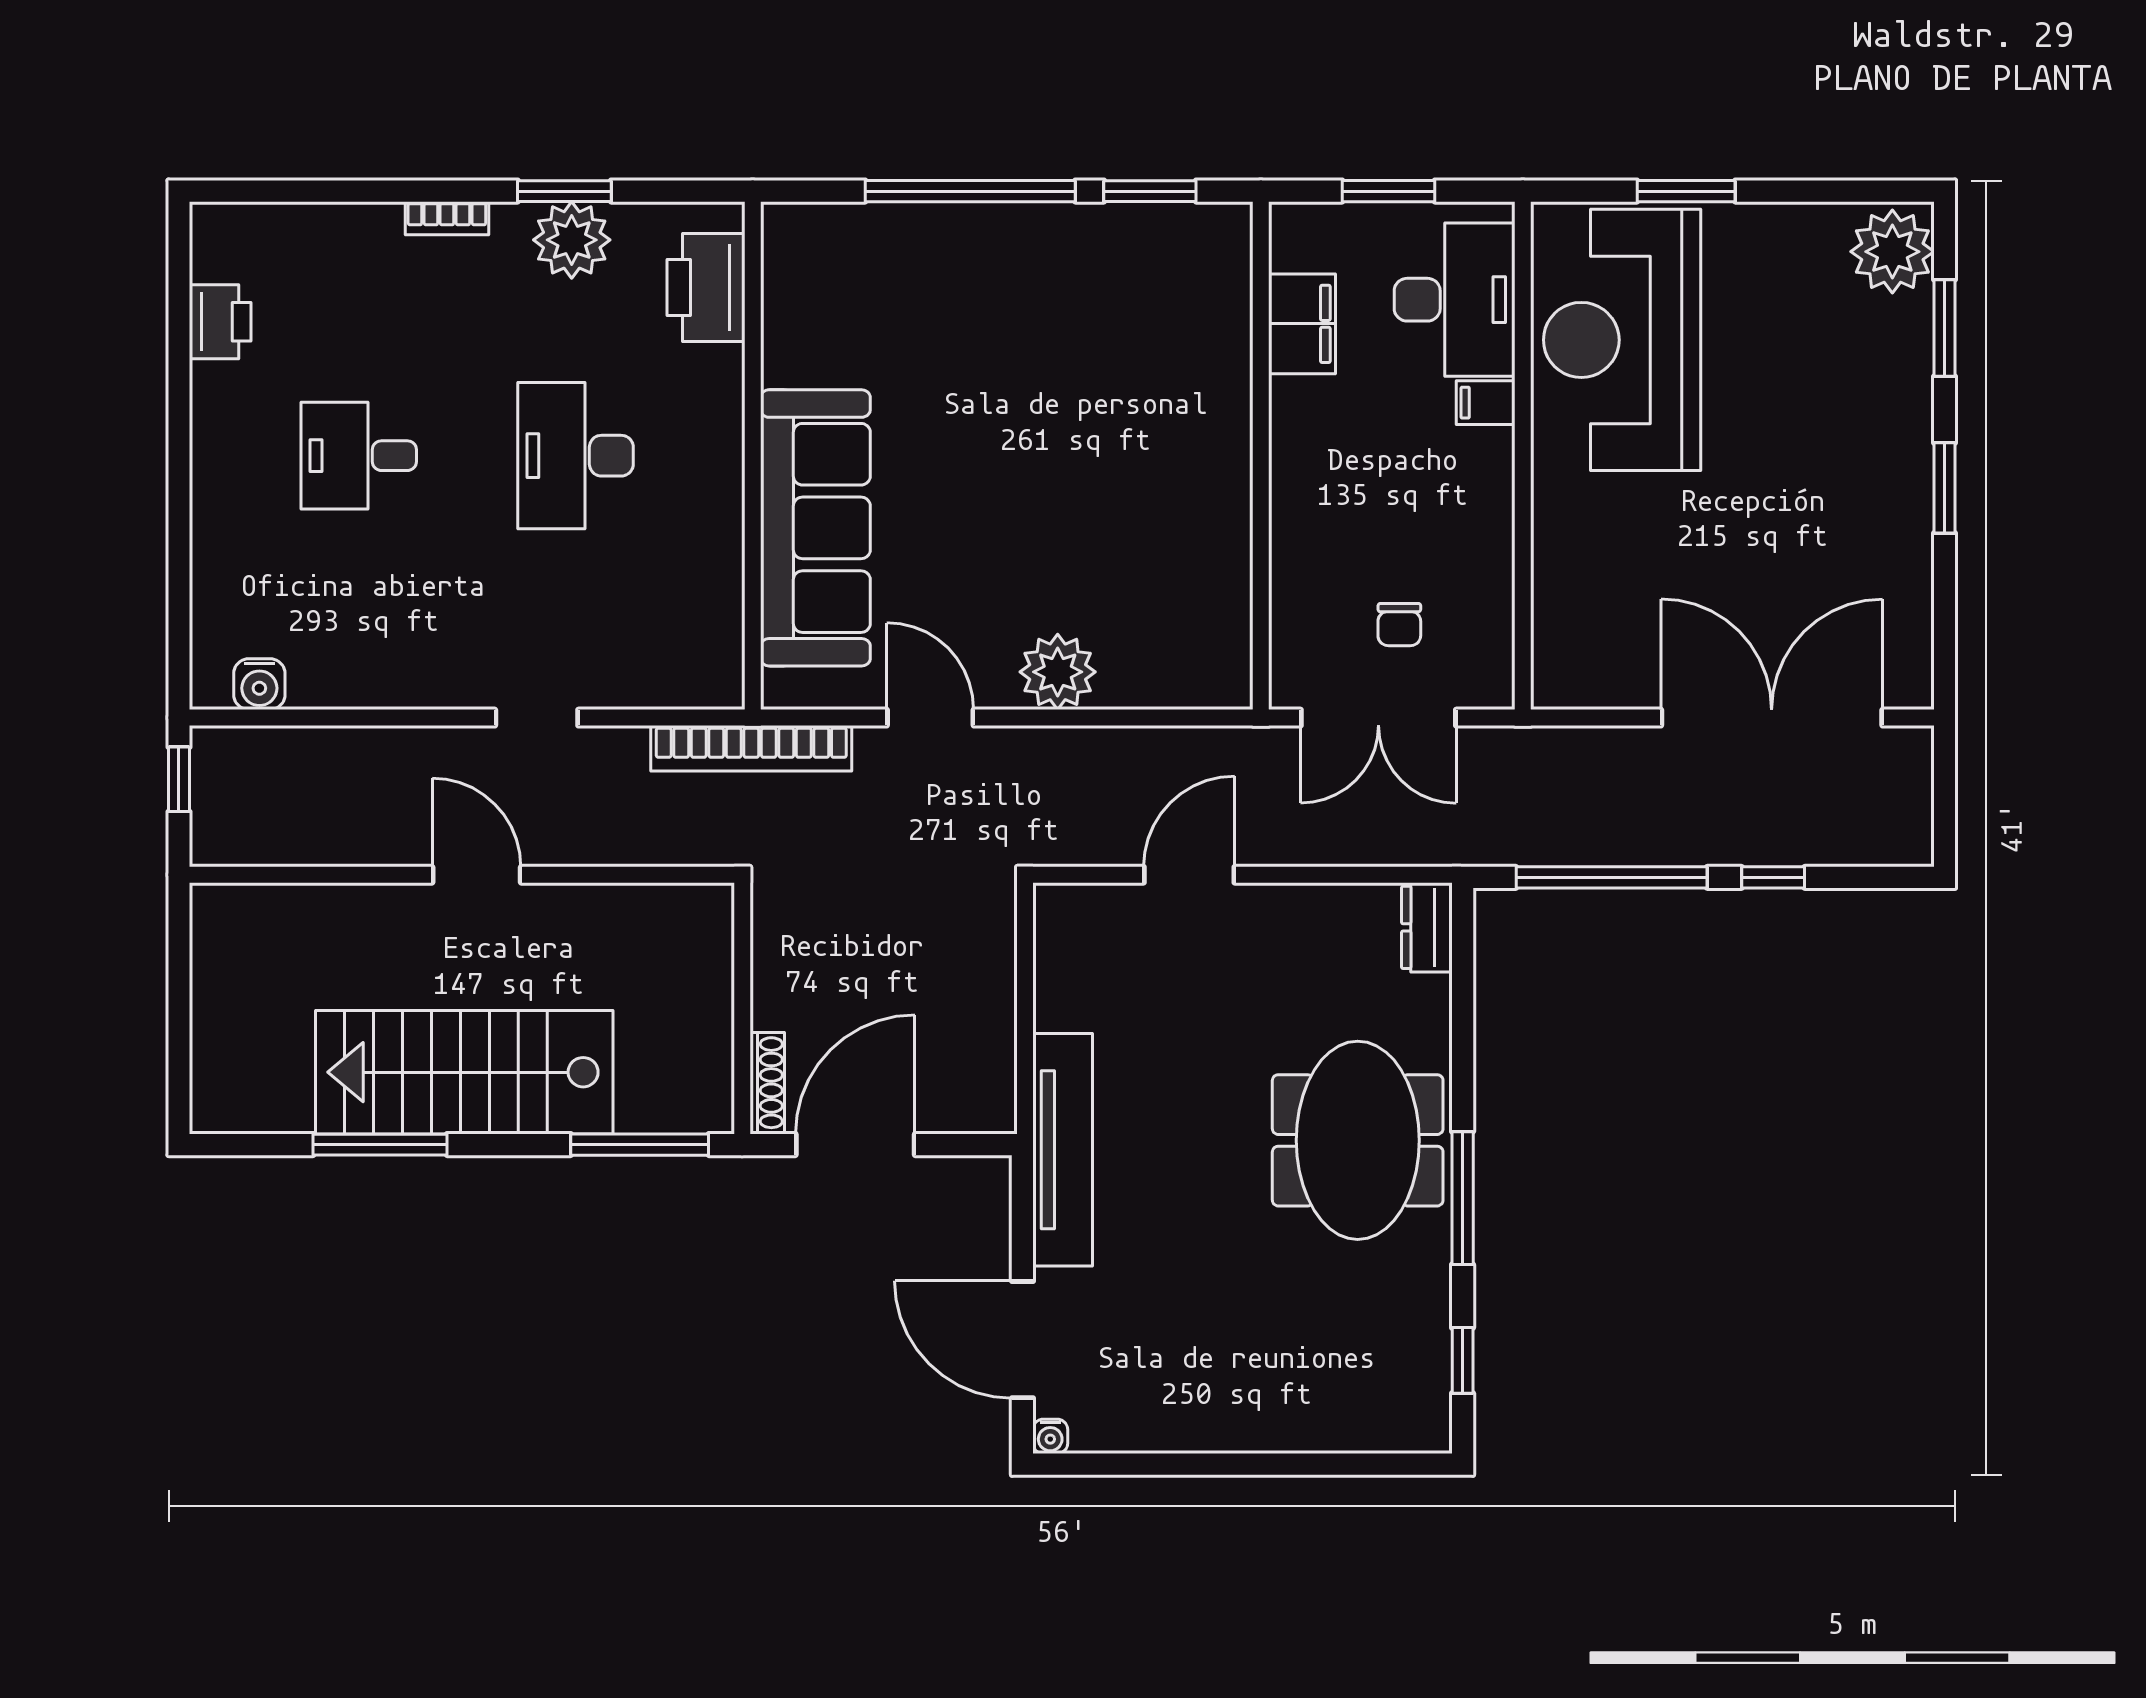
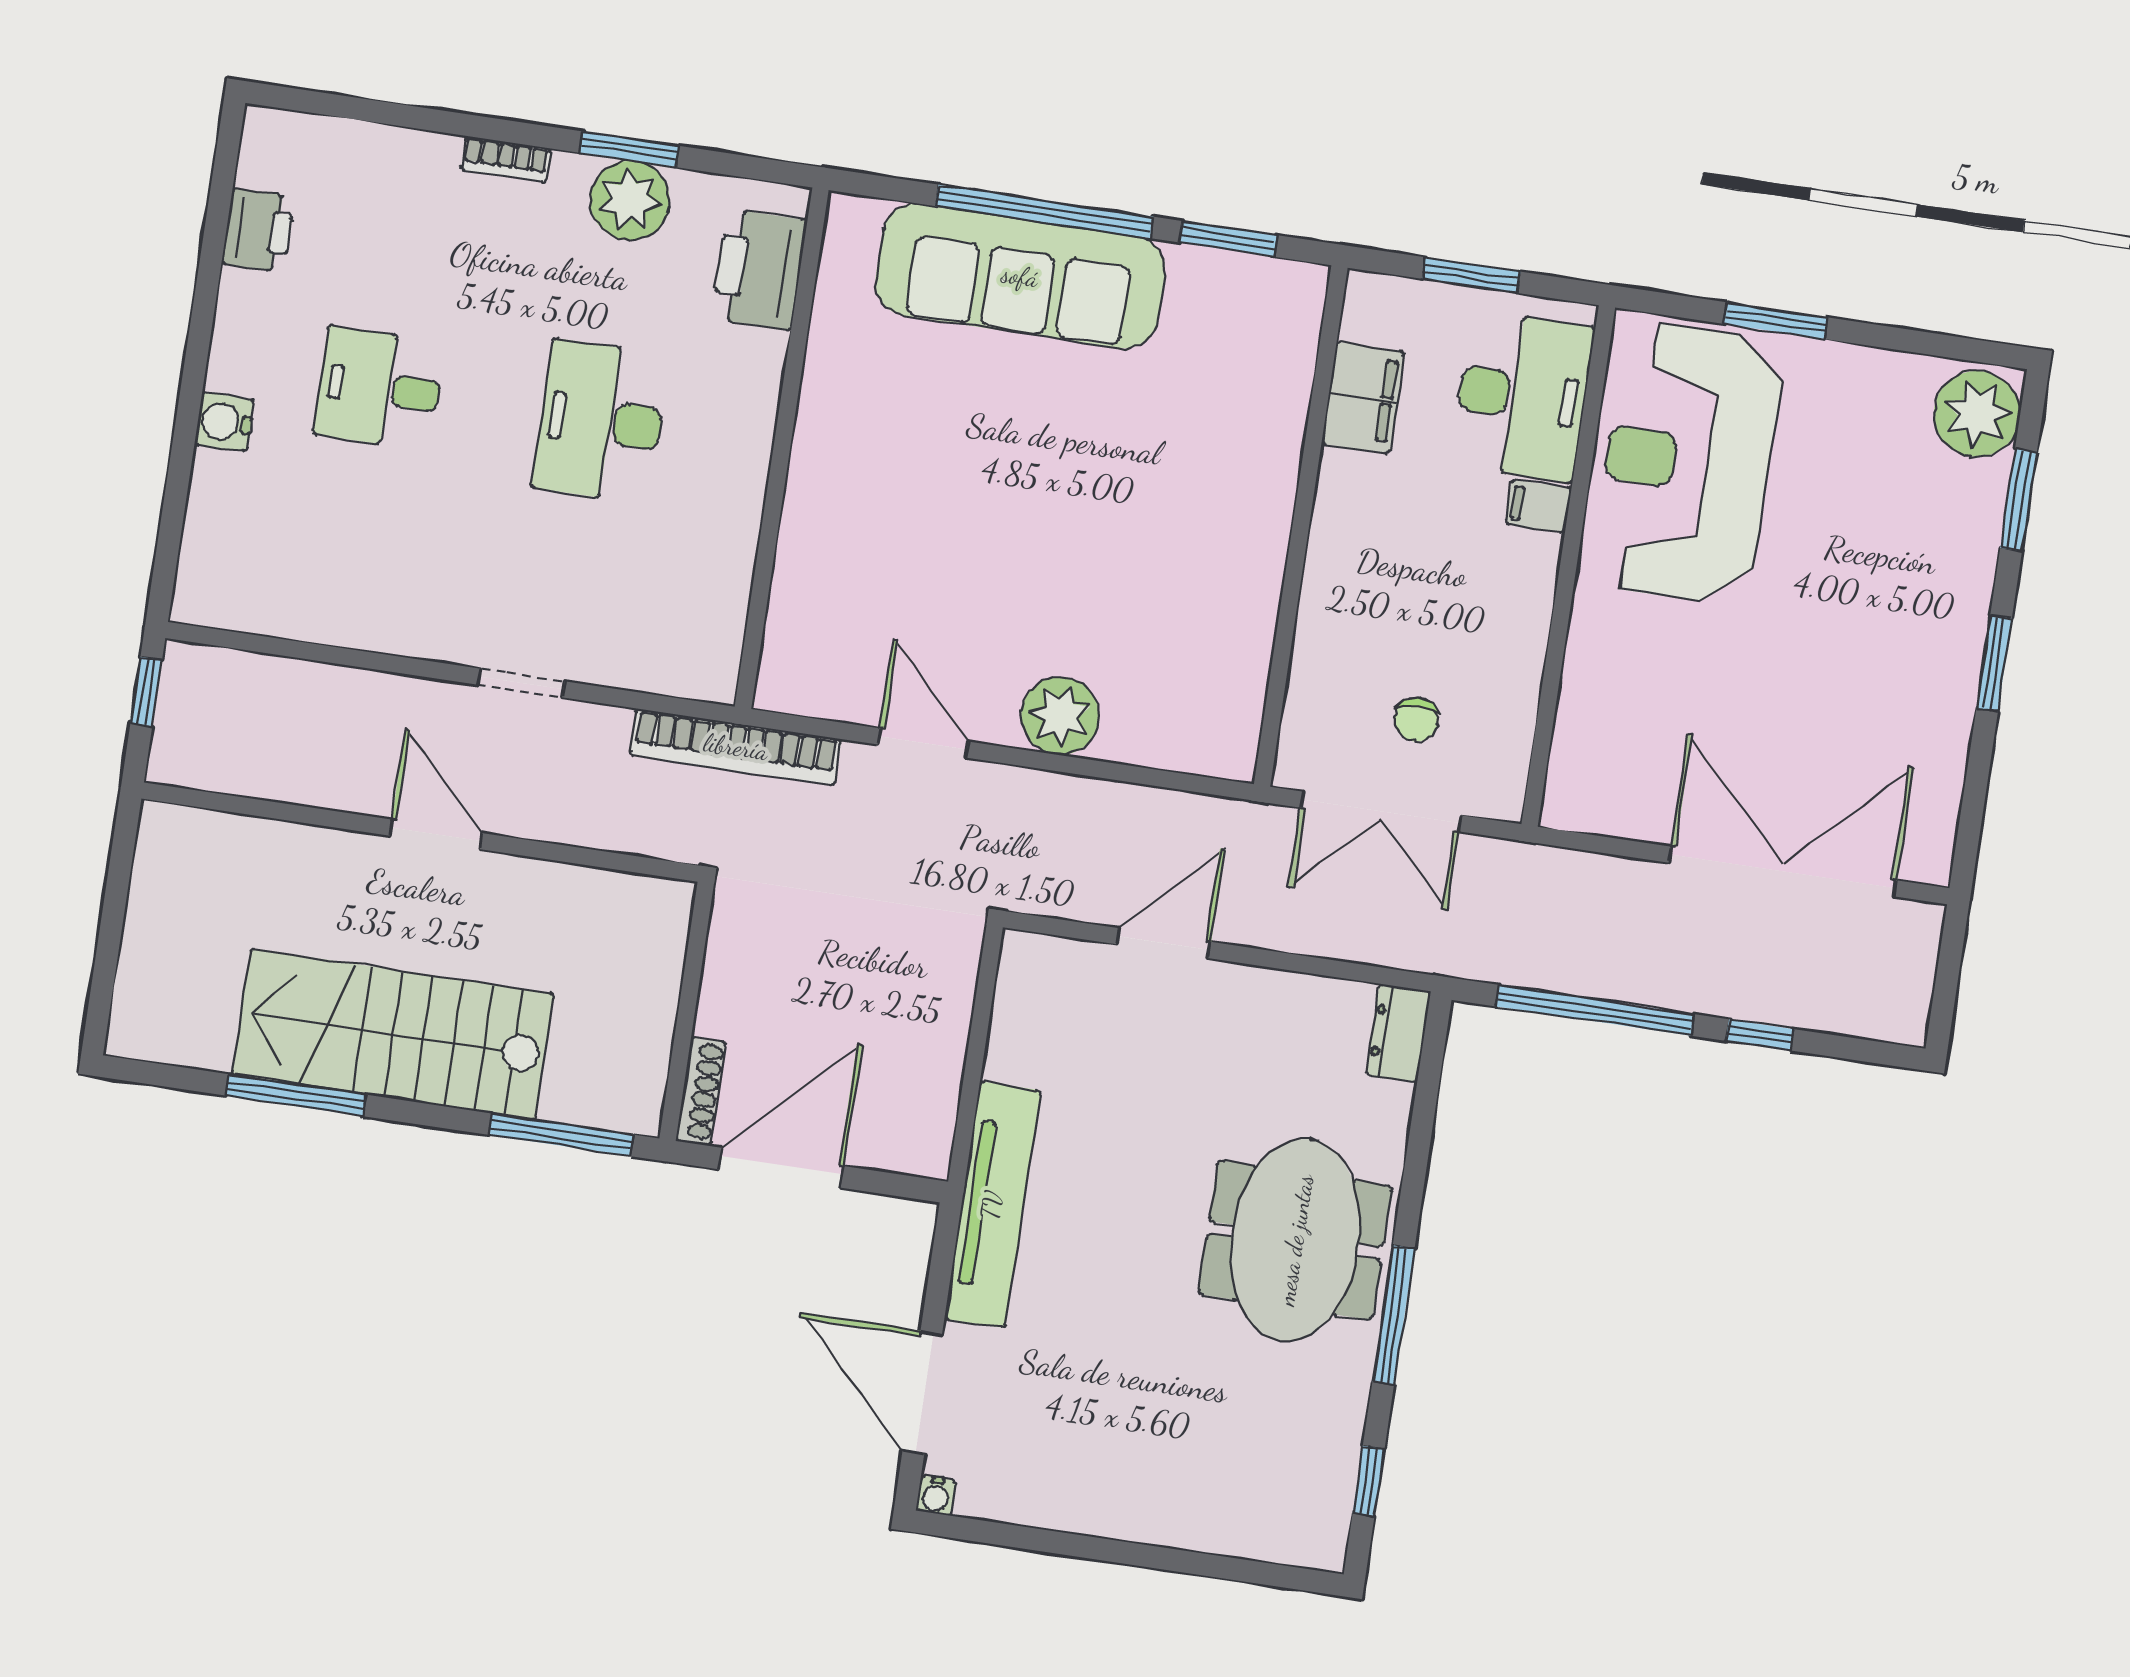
sofa: (815, 528) -> (1020, 276), moved, turned 90
water cooler: (259, 684) -> (224, 422), moved, turned 90

